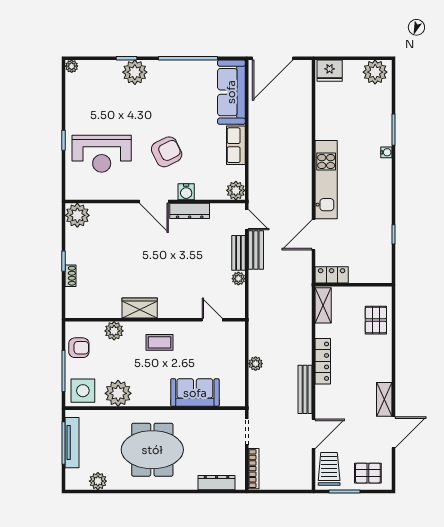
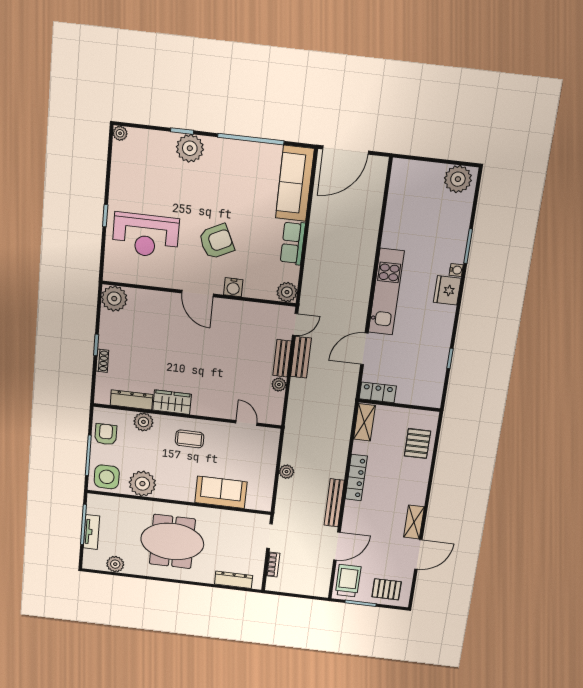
fridge: (330, 71) -> (447, 290), moved, turned 90
dresser: (190, 211) -> (132, 400), moved, turned 180
door: (247, 220) -> (295, 324), hinge flipped
armchair: (79, 348) -> (106, 434), turned -90
tv unit: (72, 443) -> (92, 532), width x0.71
bookcase: (254, 469) -> (273, 565), width x0.64

